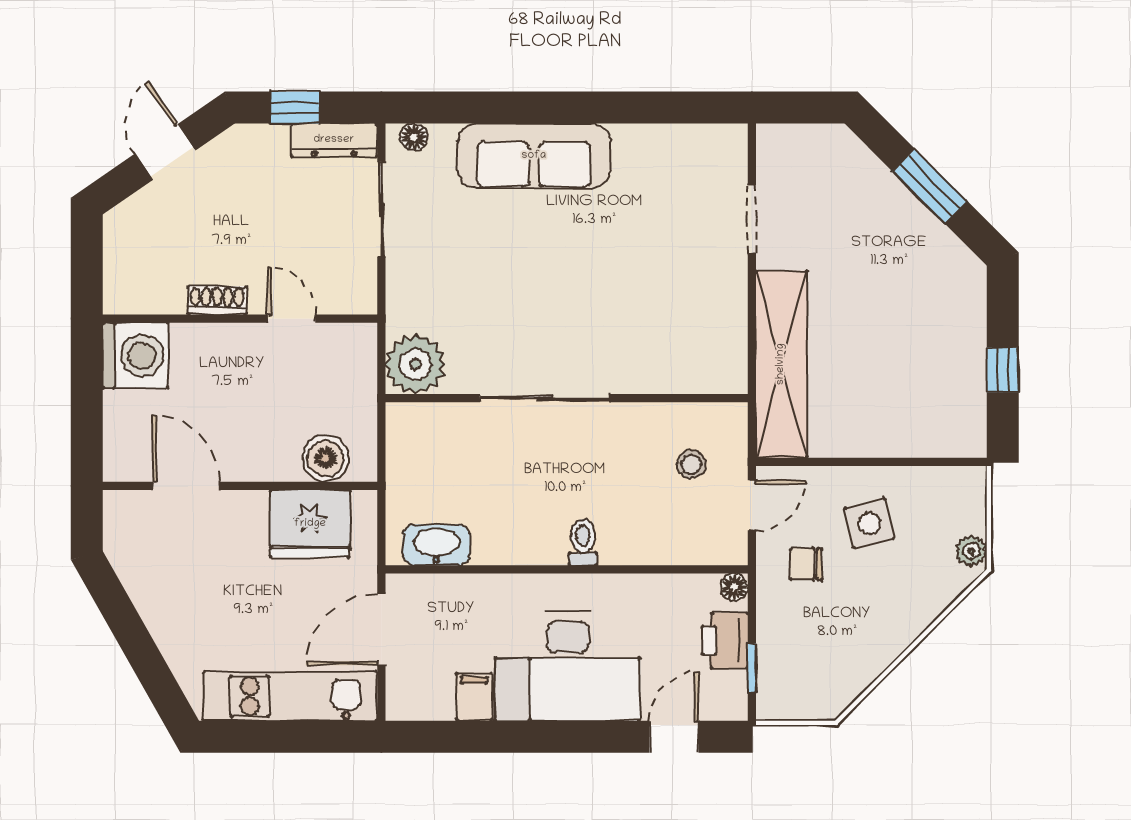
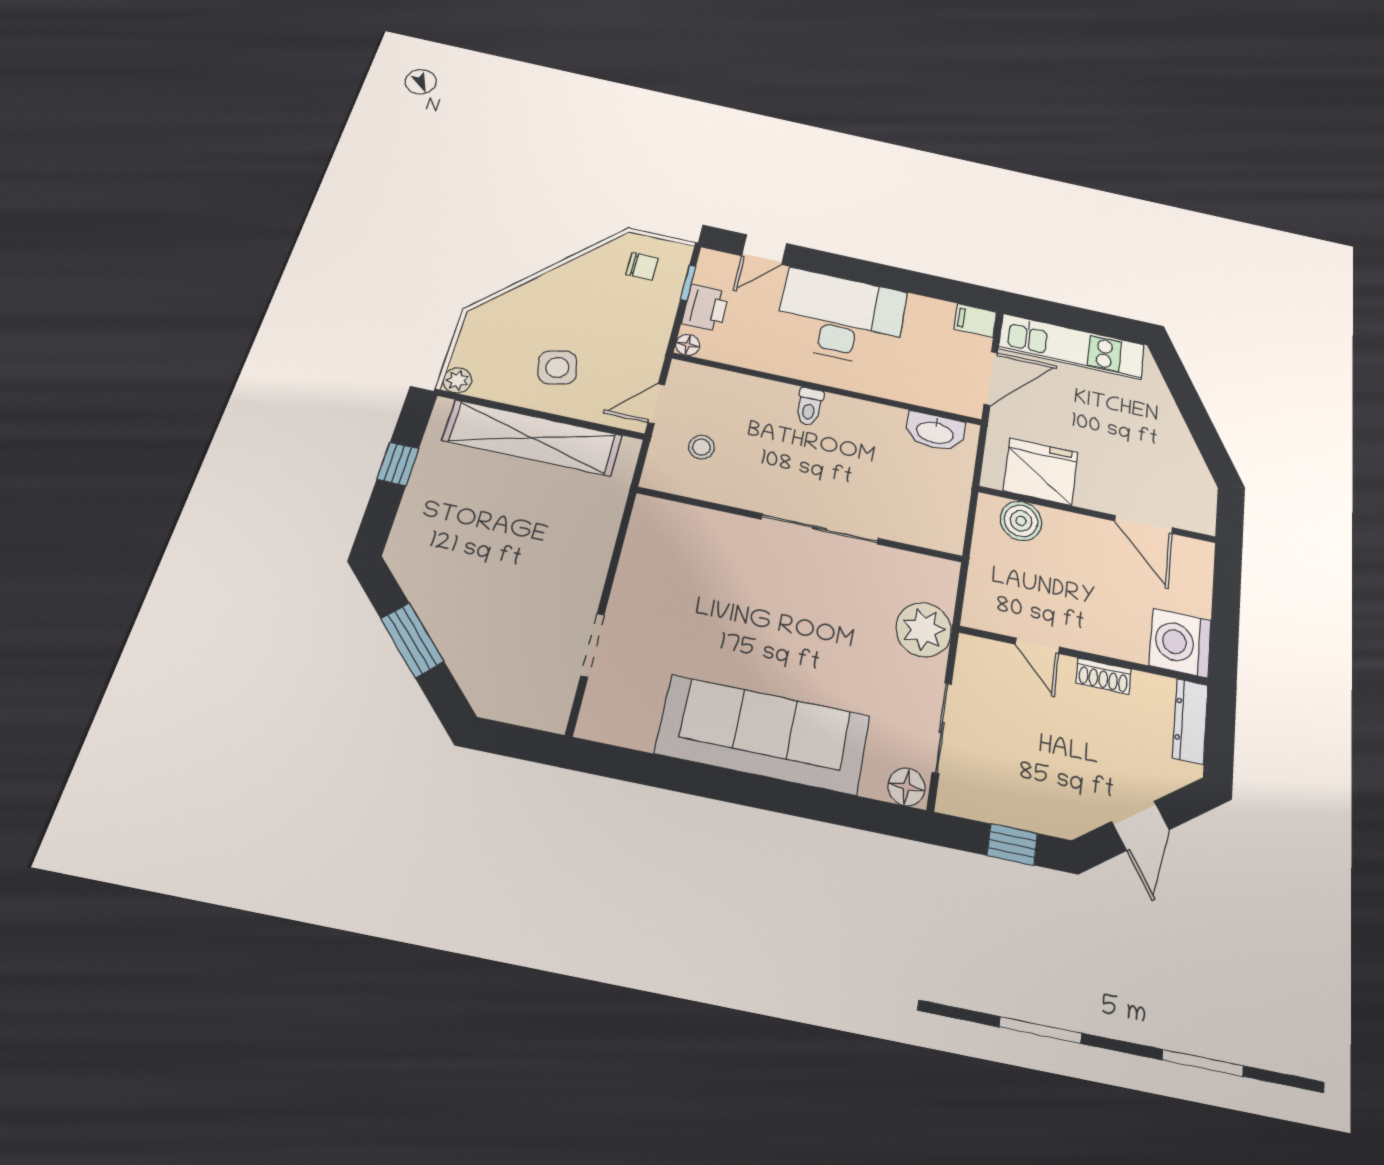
floor lamp: (414, 137) -> (906, 787), width x1.37, depth x1.37
dresser: (334, 140) -> (1190, 721), moved, turned -90
sofa: (534, 156) -> (763, 734), width x1.36, depth x1.27
plant: (415, 364) -> (924, 630), moved
shelving: (781, 364) -> (532, 438), moved, turned 90
plant: (971, 551) -> (457, 380), moved
chair: (806, 564) -> (642, 266), moved
filing cabinet: (474, 697) -> (975, 320), moved, turned 90

